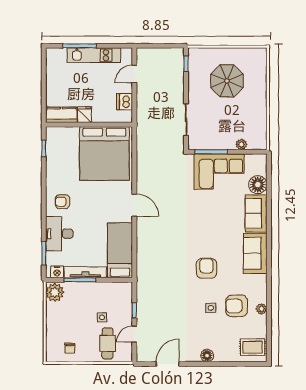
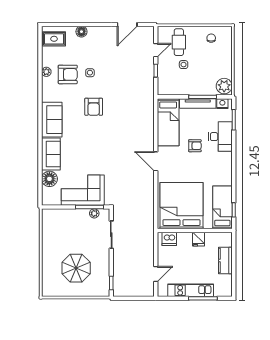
dishwasher: (125, 102) -> (169, 239), moved, turned 90
kitchen counter: (61, 115) -> (225, 260), moved, turned 90
plant: (241, 144) -> (94, 213), moved
bed: (57, 151) -> (222, 207), added
armchair: (63, 202) -> (195, 146), moved
floor lamp: (207, 356) -> (81, 32), moved

